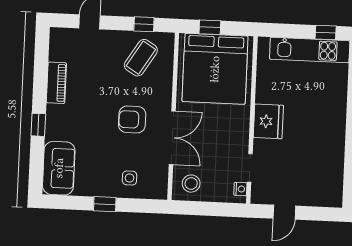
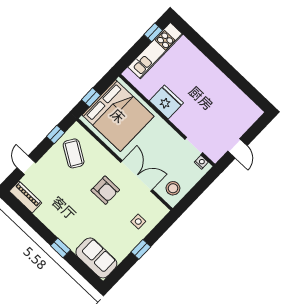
piano: (56, 83) -> (25, 197), moved
armchair: (132, 119) -> (105, 190), turned -90
fridge: (268, 121) -> (166, 102), moved

